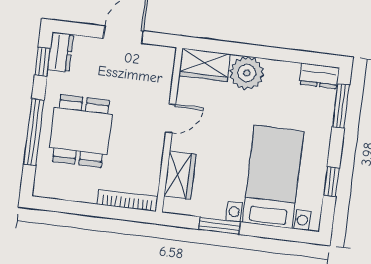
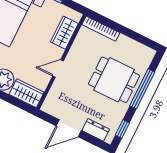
dresser: (61, 52) -> (96, 130), moved, turned 90
dining table: (81, 131) -> (114, 80), turned 90

